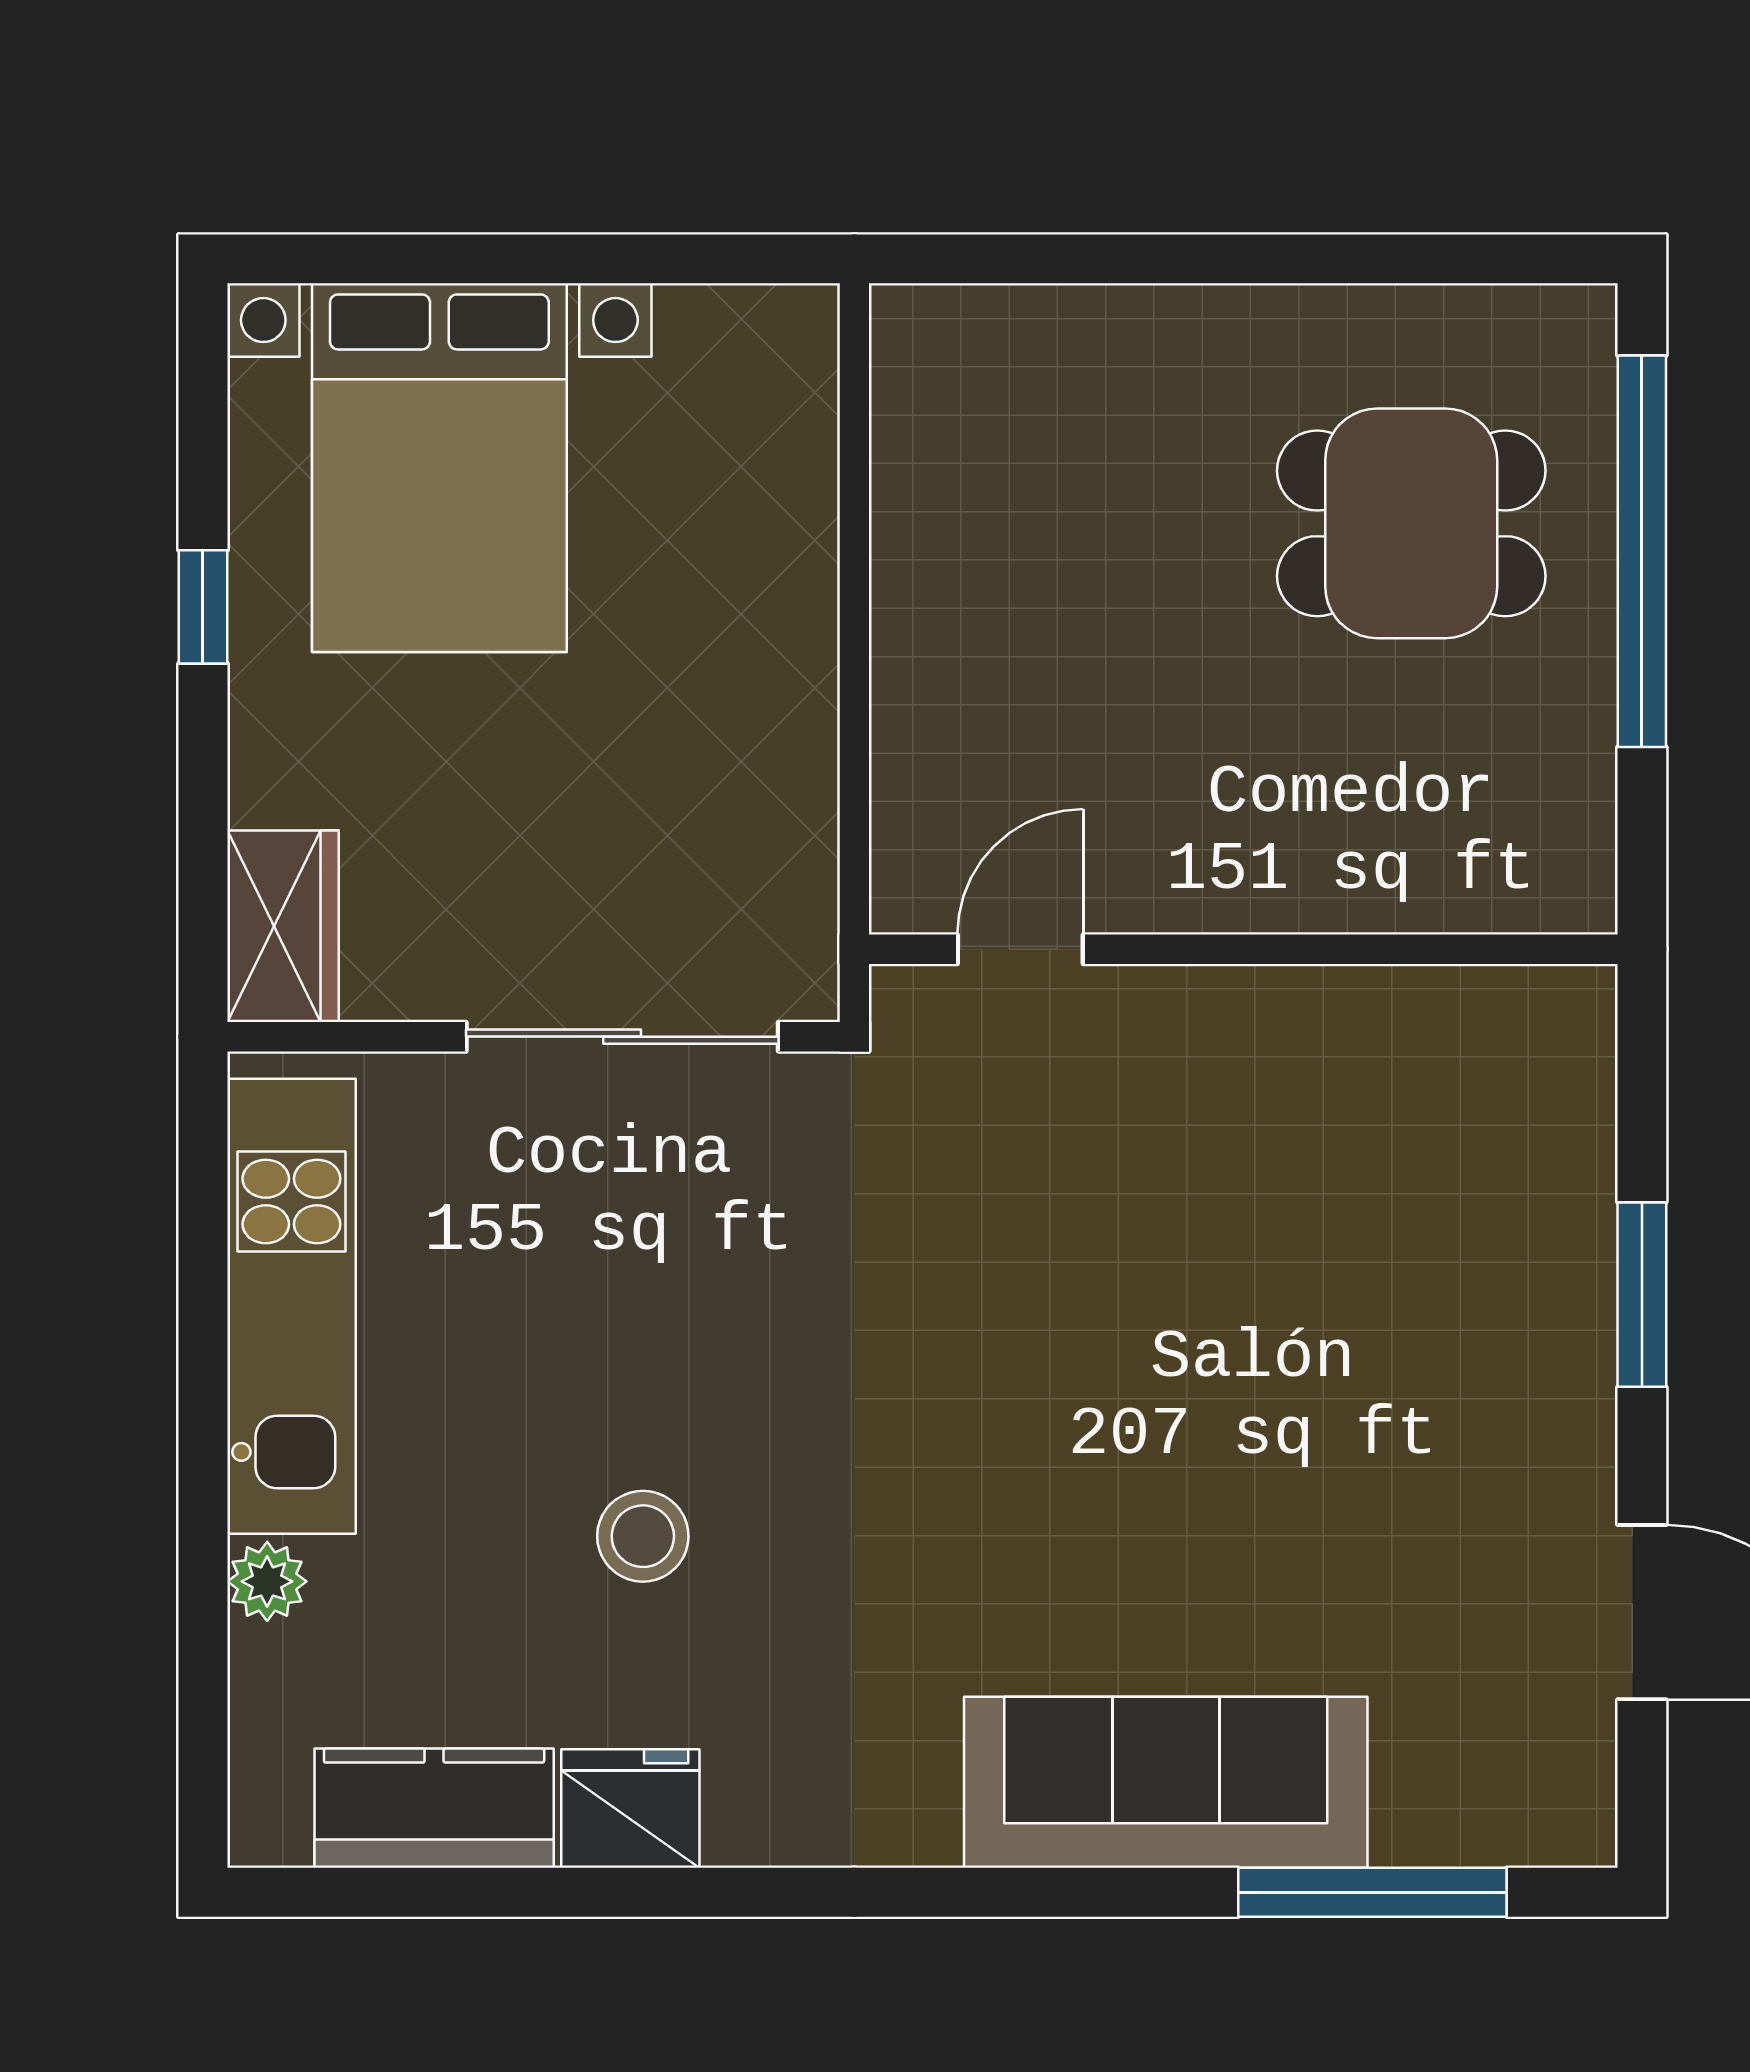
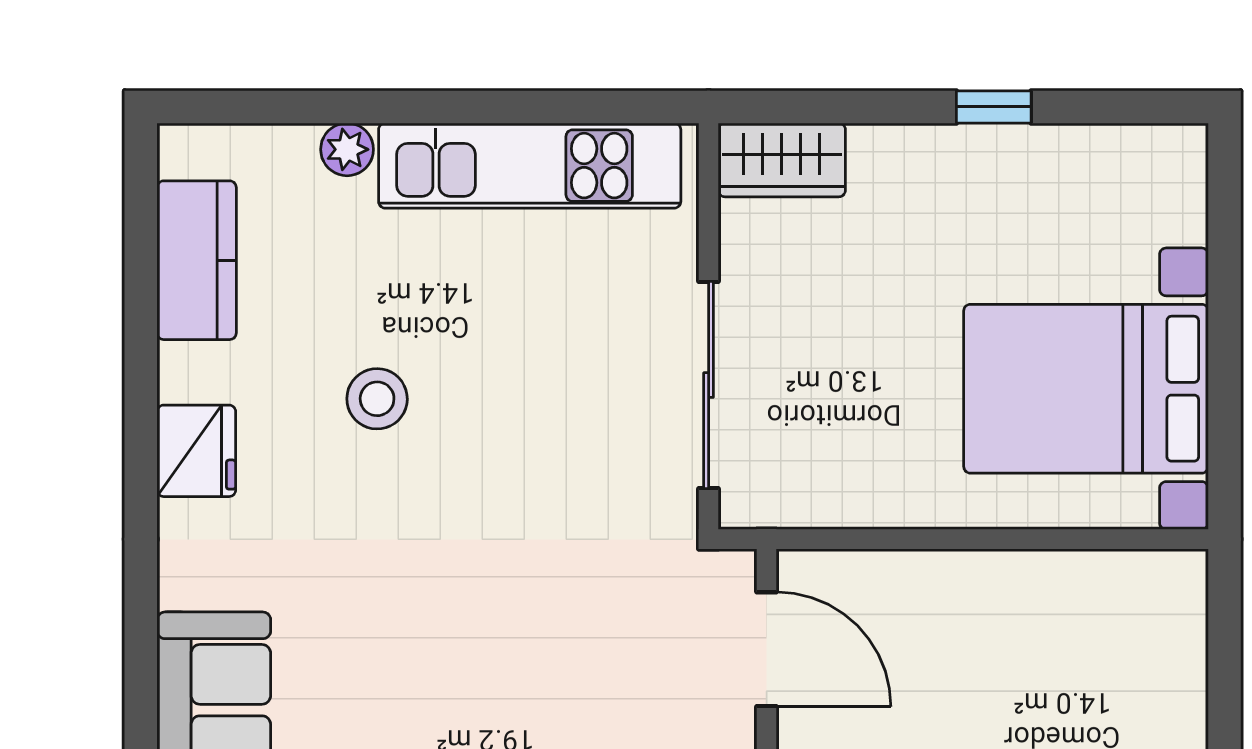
bed with nightstands: (439, 468) -> (1086, 389), moved
door: (1020, 949) -> (767, 649), width x1.38
fridge: (630, 1809) -> (196, 451), moved

